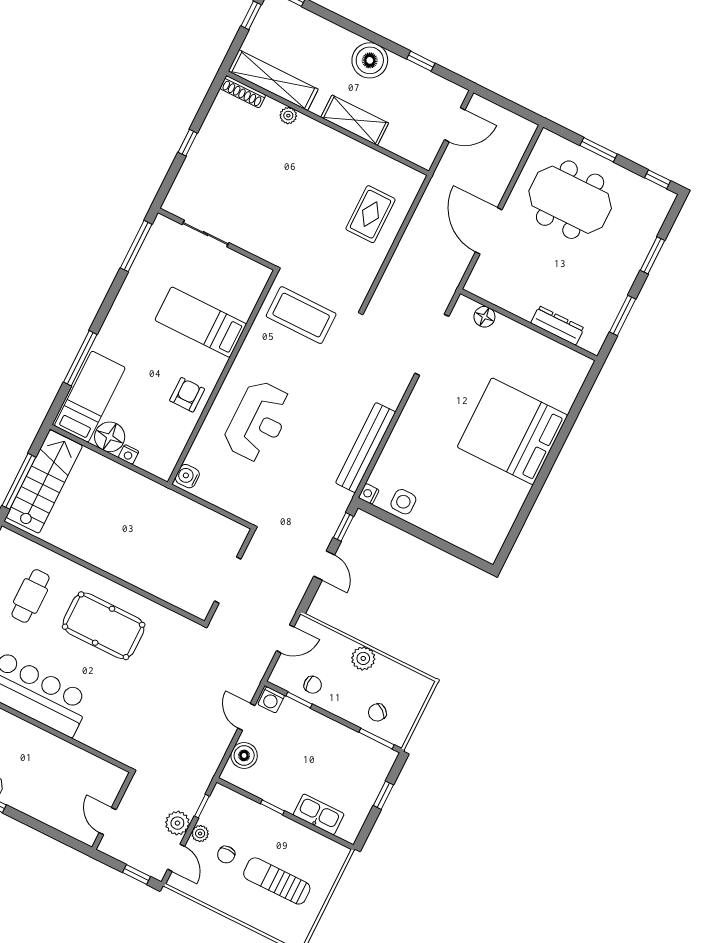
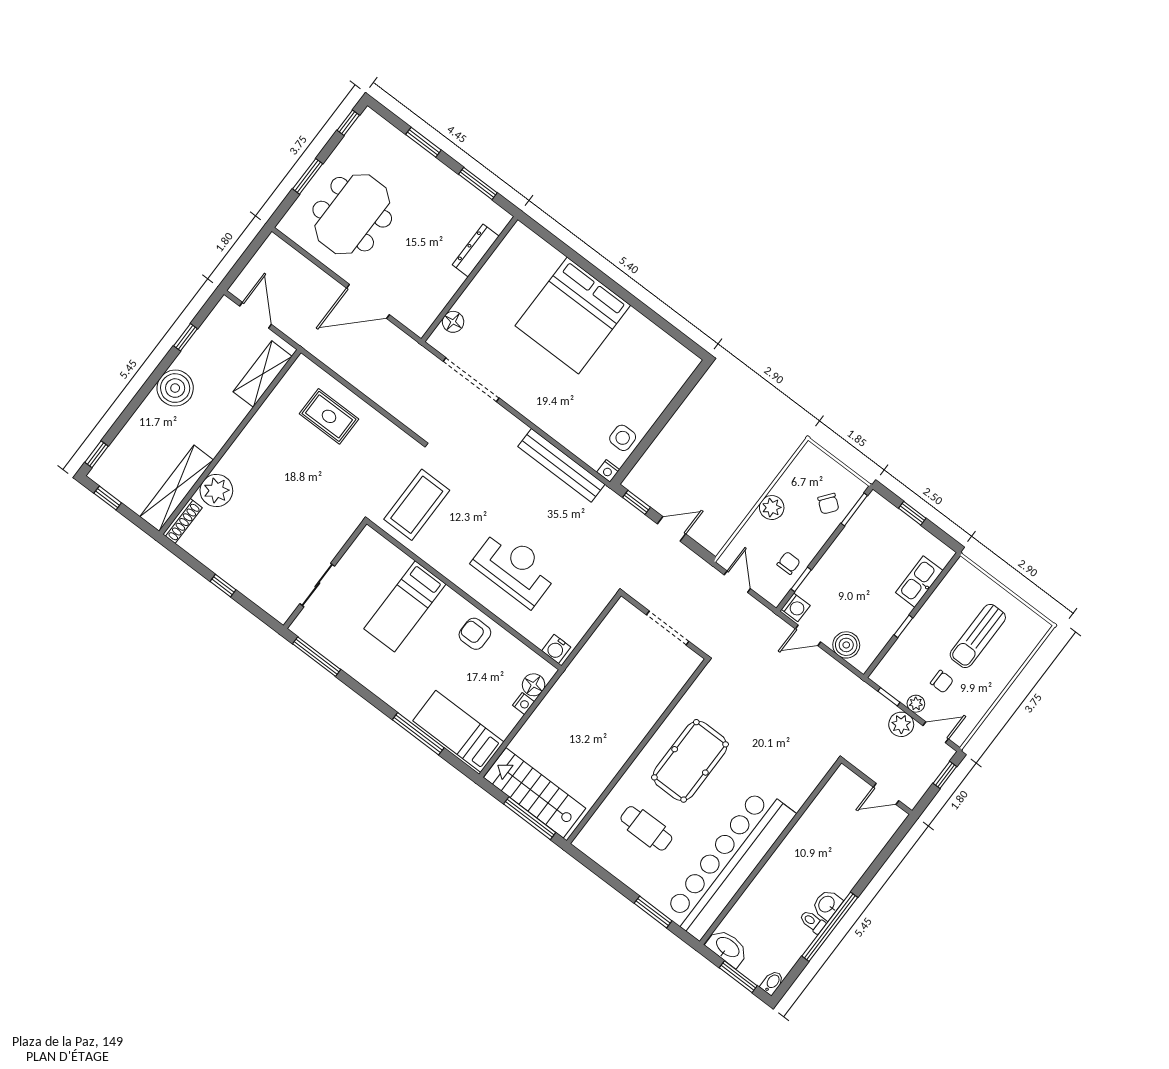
plant: (288, 116) -> (216, 490), width x1.88, depth x1.88
shelving: (355, 120) -> (263, 374), moved
floor lamp: (110, 437) -> (534, 685), moved, width x0.73, depth x0.73

